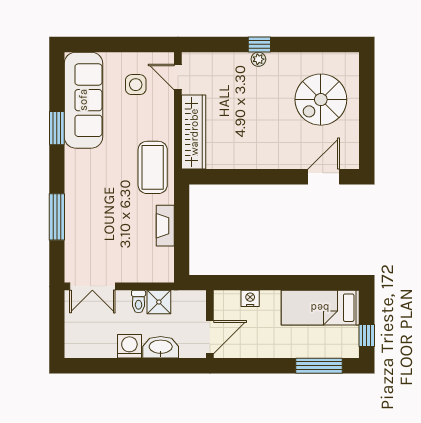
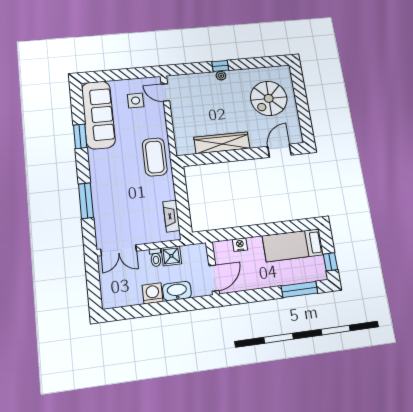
wardrobe: (194, 132) -> (222, 143), moved, turned -90
fireplace: (165, 226) -> (171, 216), moved

